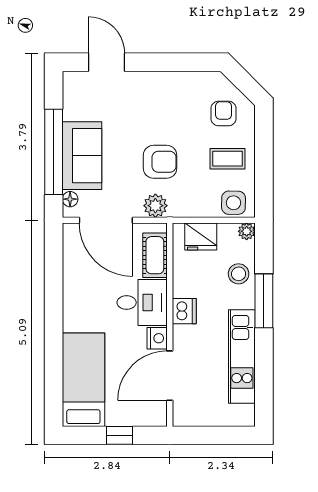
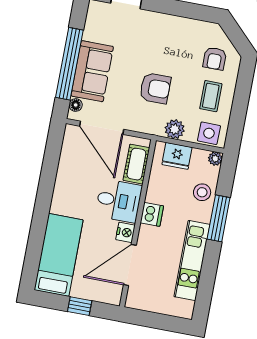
armchair: (224, 113) -> (215, 59), turned 180
coffee table: (227, 159) -> (211, 96), turned 90
plant: (155, 206) -> (175, 129), moved

